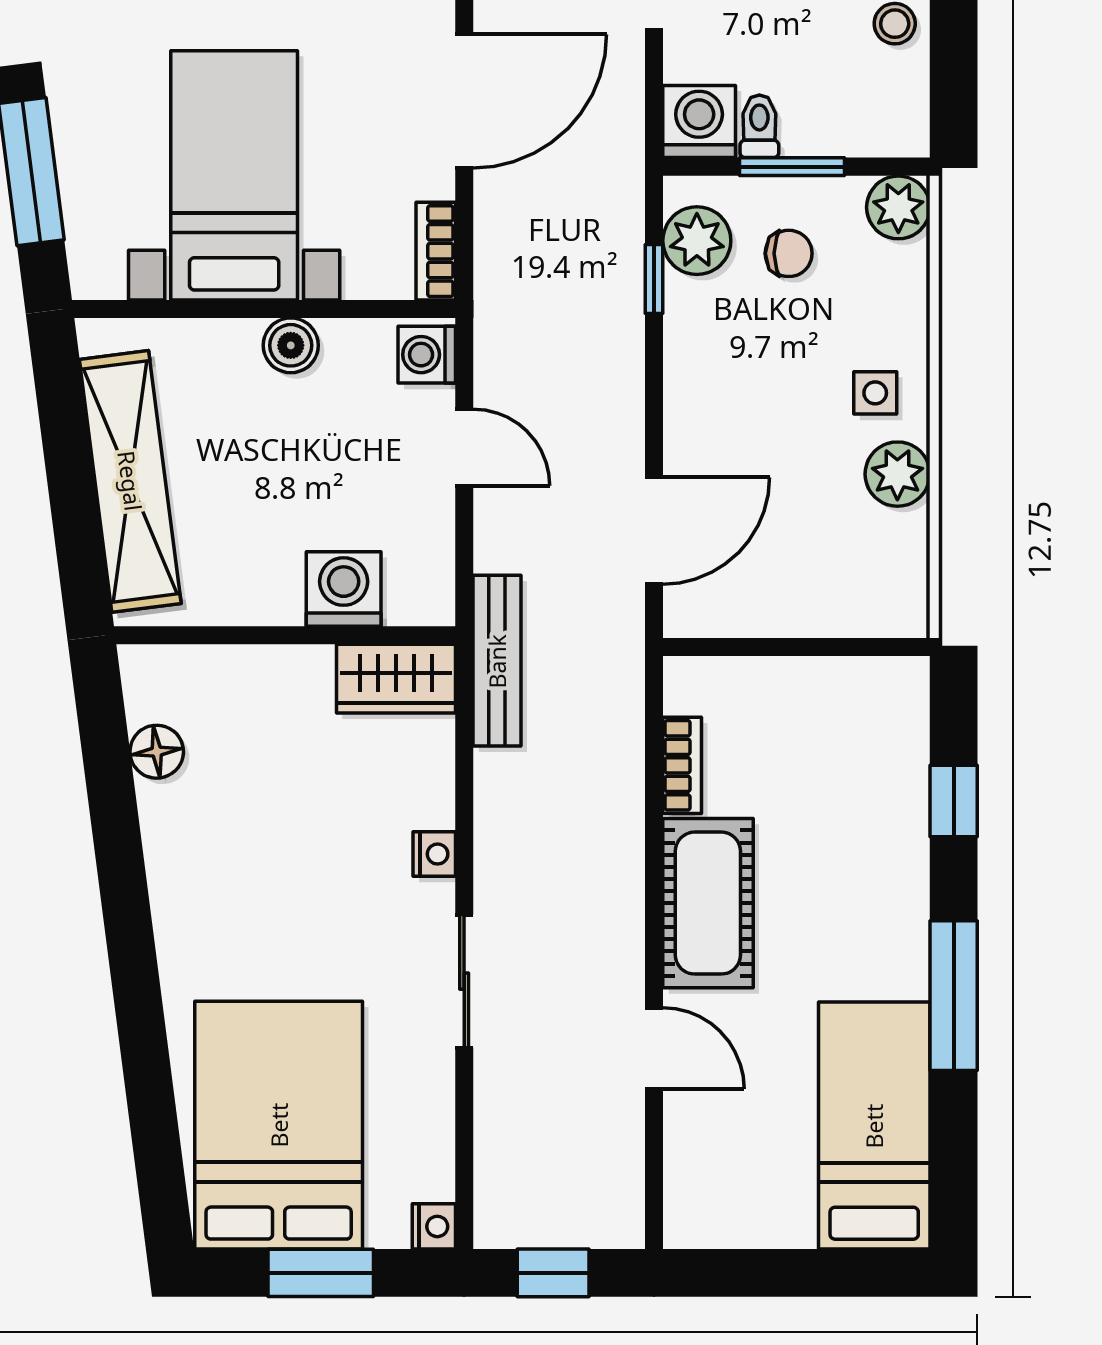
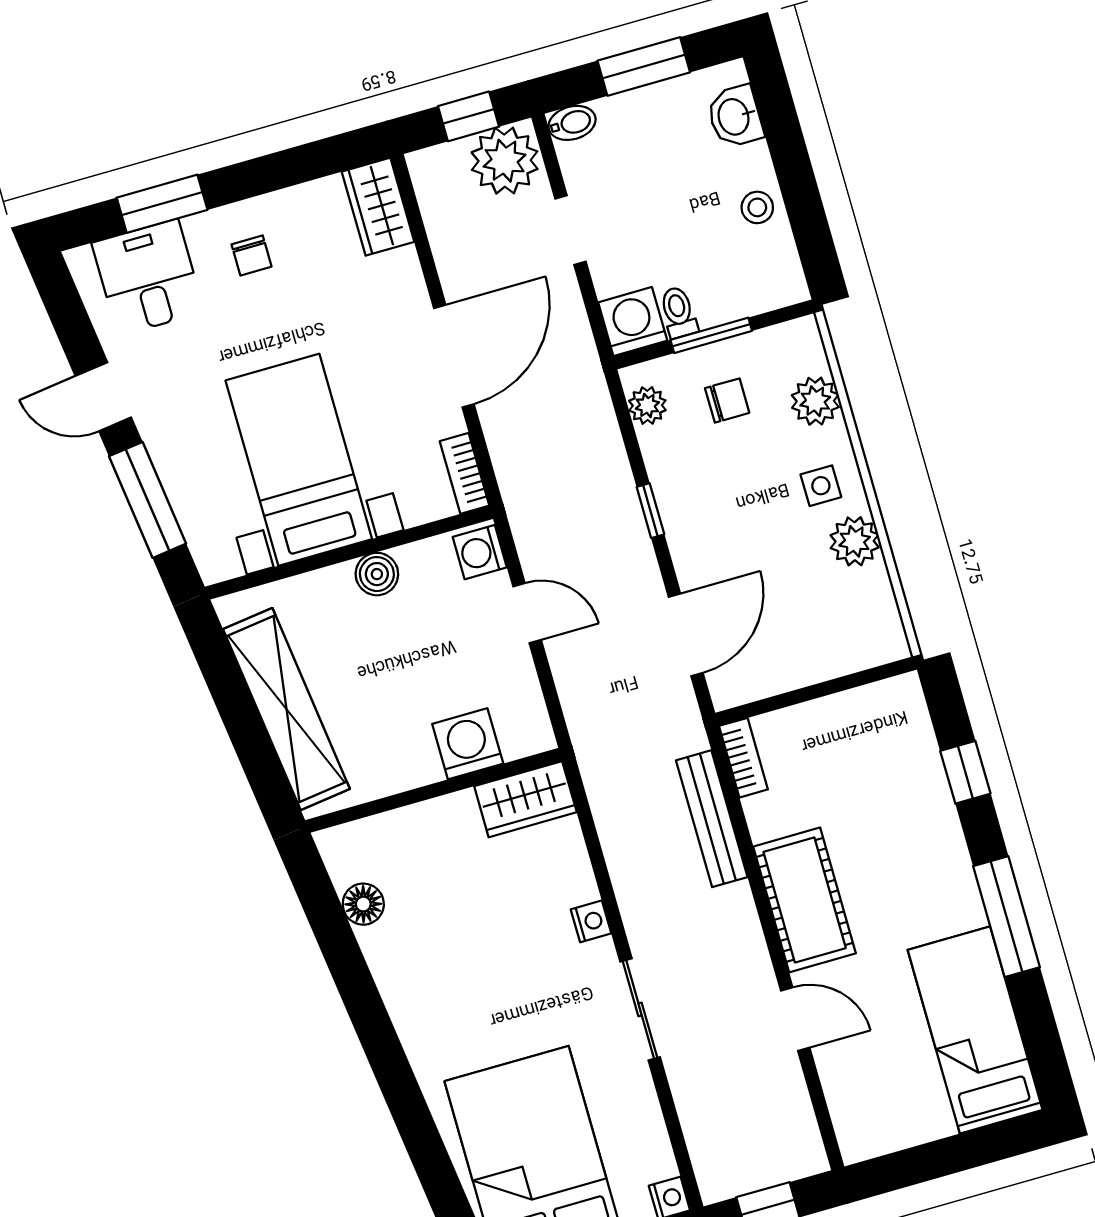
plant: (898, 207) -> (815, 401), moved
plant: (697, 241) -> (647, 405), width x0.73, depth x0.73
window: (654, 279) -> (650, 511), moved
bench: (497, 661) -> (712, 819), moved
bookcase: (682, 765) -> (743, 758), moved

